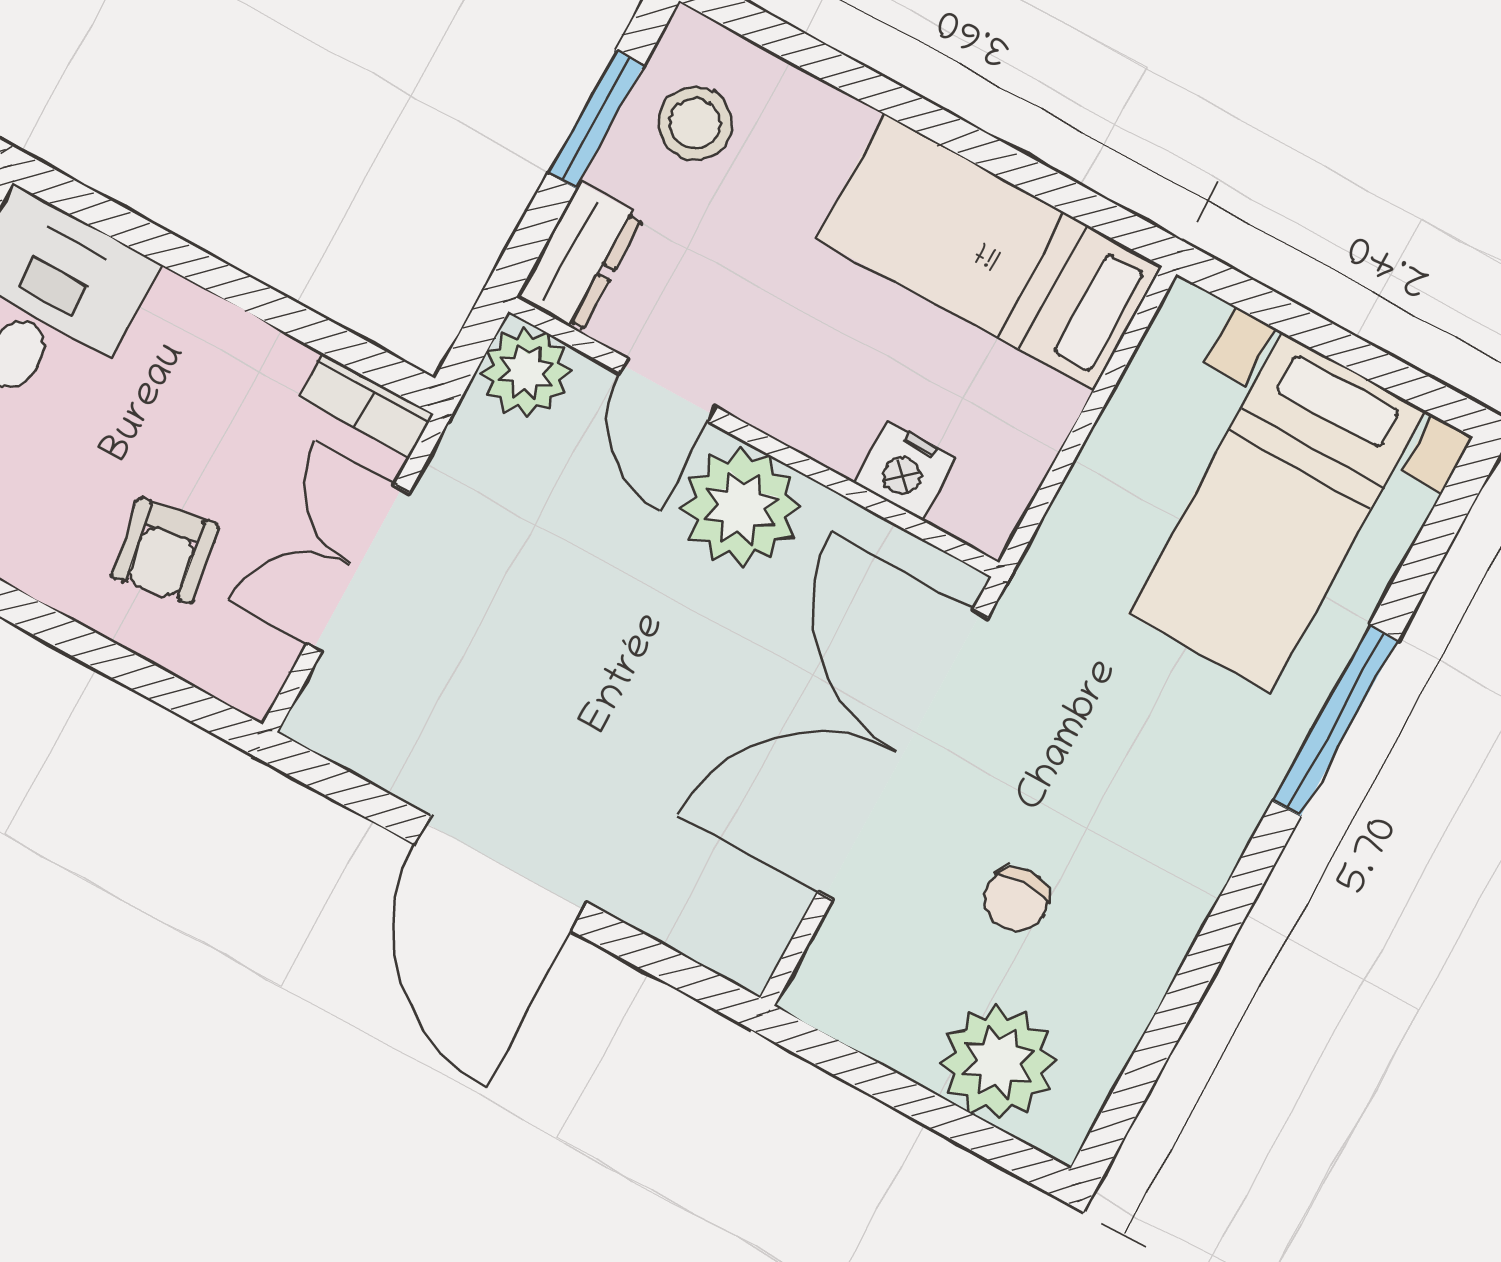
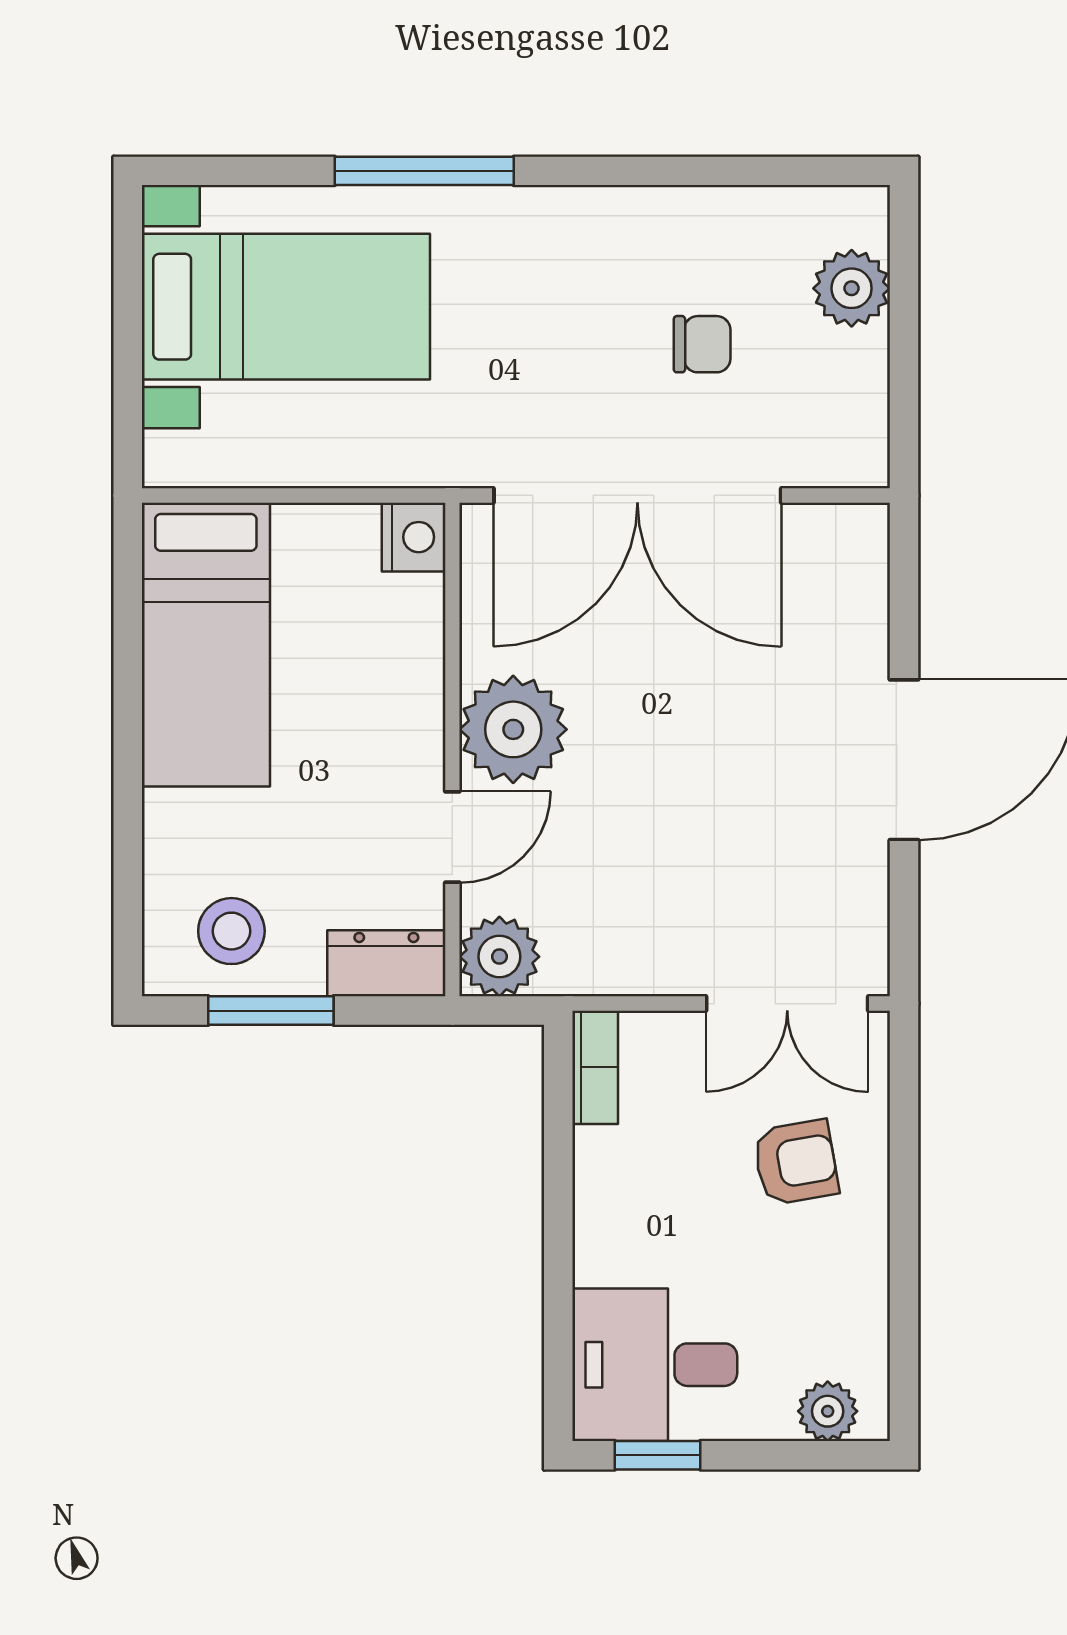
nightstand: (905, 471) -> (414, 537), moved
double door: (358, 568) -> (787, 1004), moved
plant: (998, 1062) -> (852, 288), width x0.73, depth x0.73

